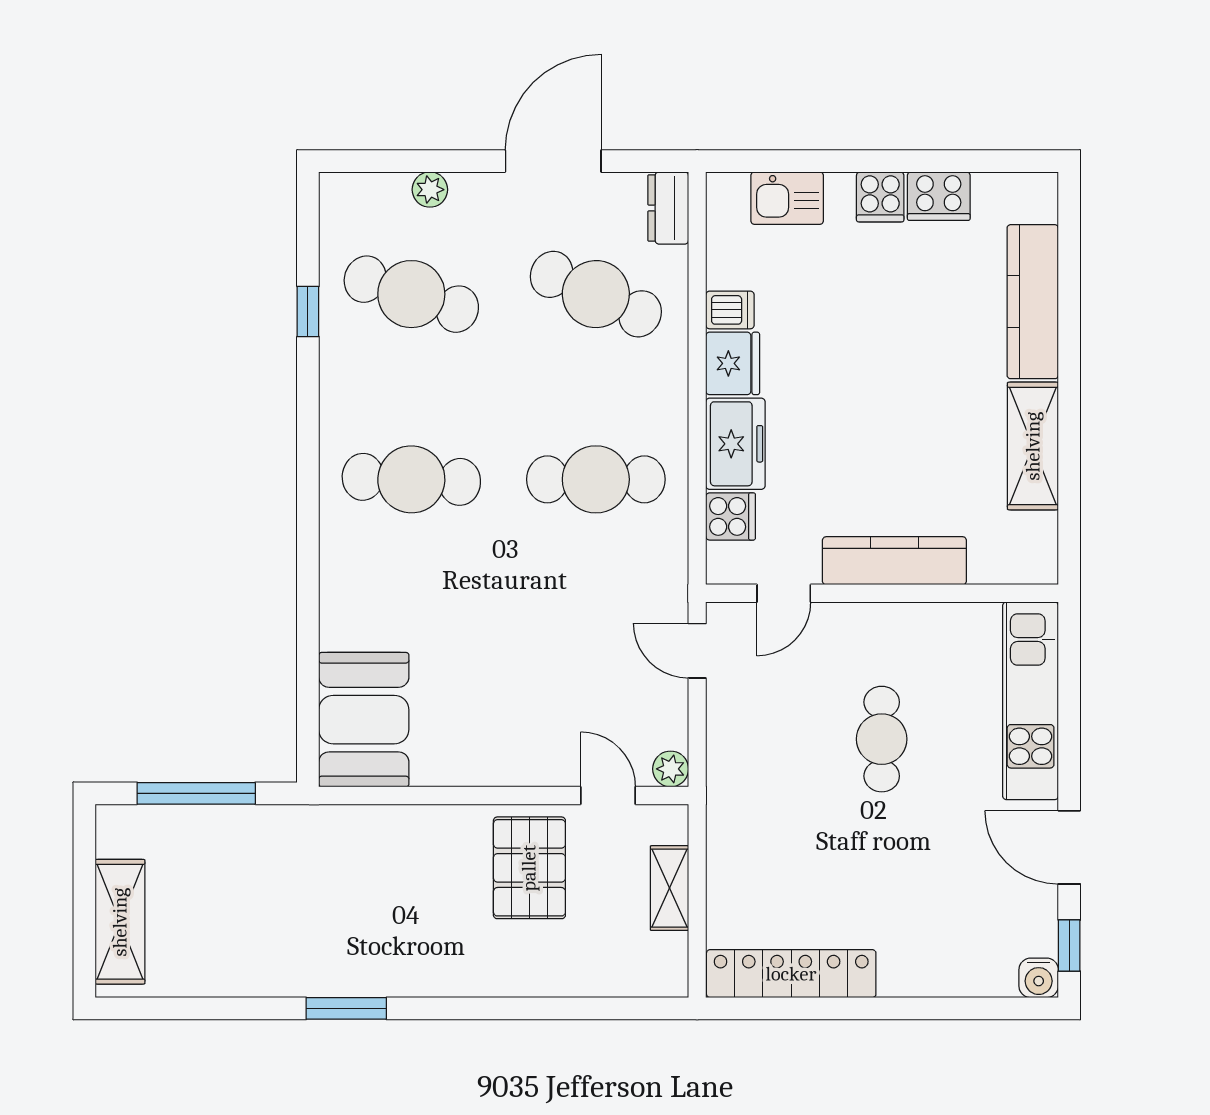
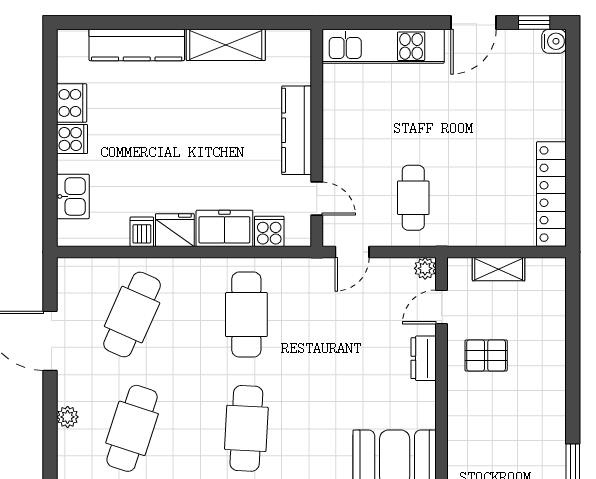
dresser: (668, 208) -> (424, 358), moved, turned 90
cafe table: (882, 739) -> (413, 198), moved, turned 90
pallet: (529, 868) -> (486, 355), width x0.67, depth x0.71

